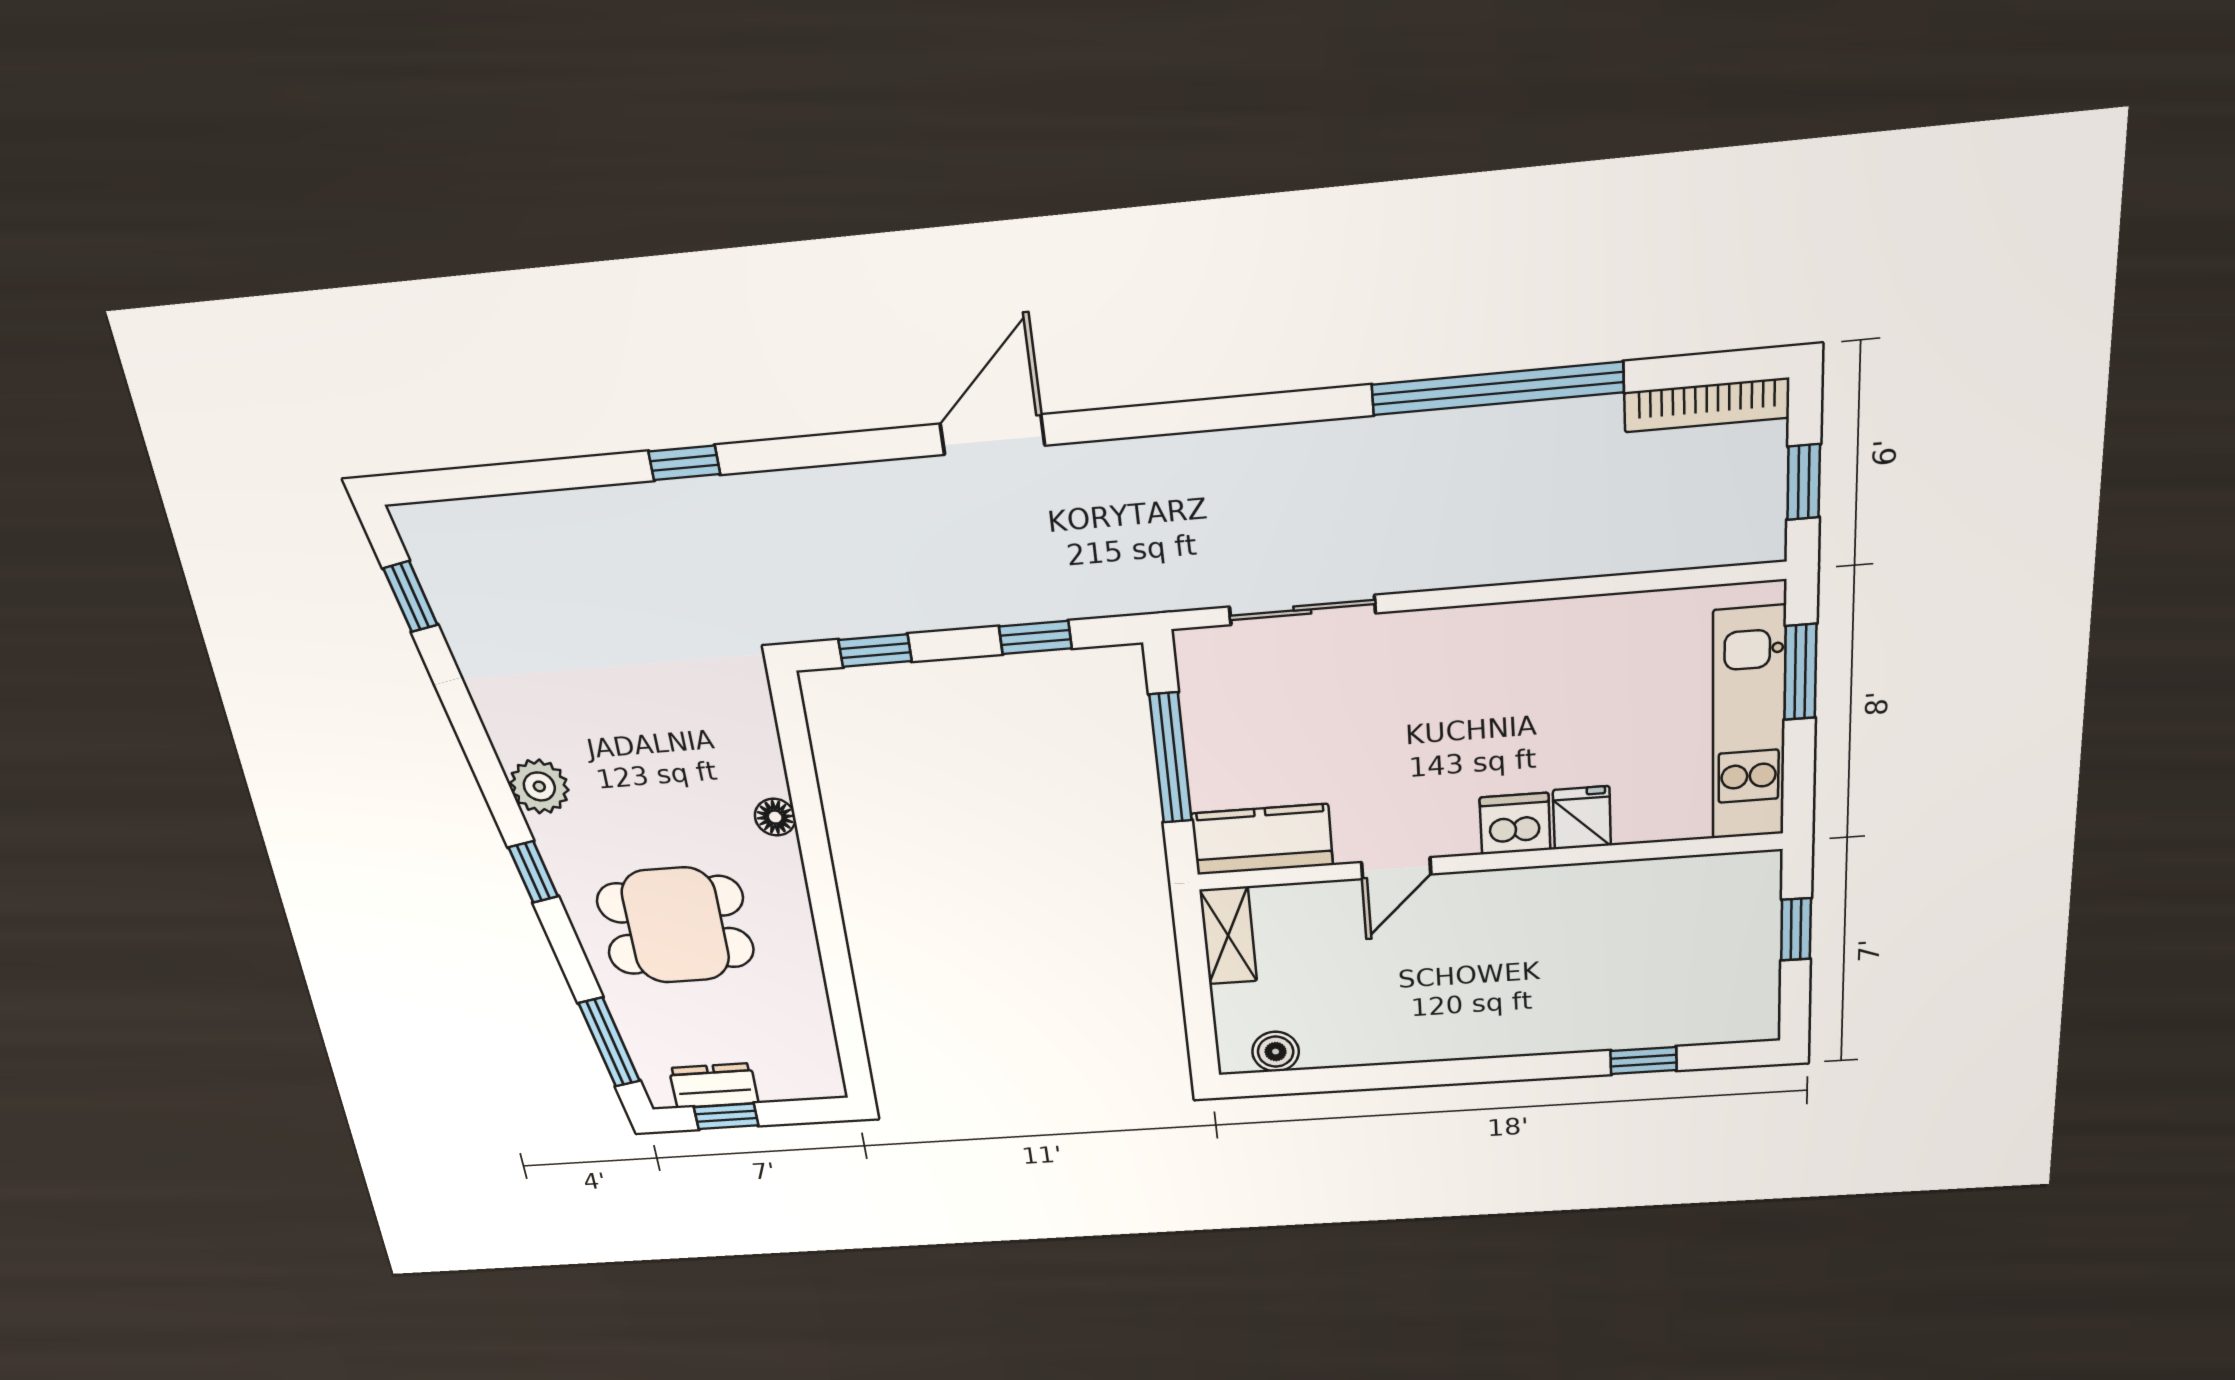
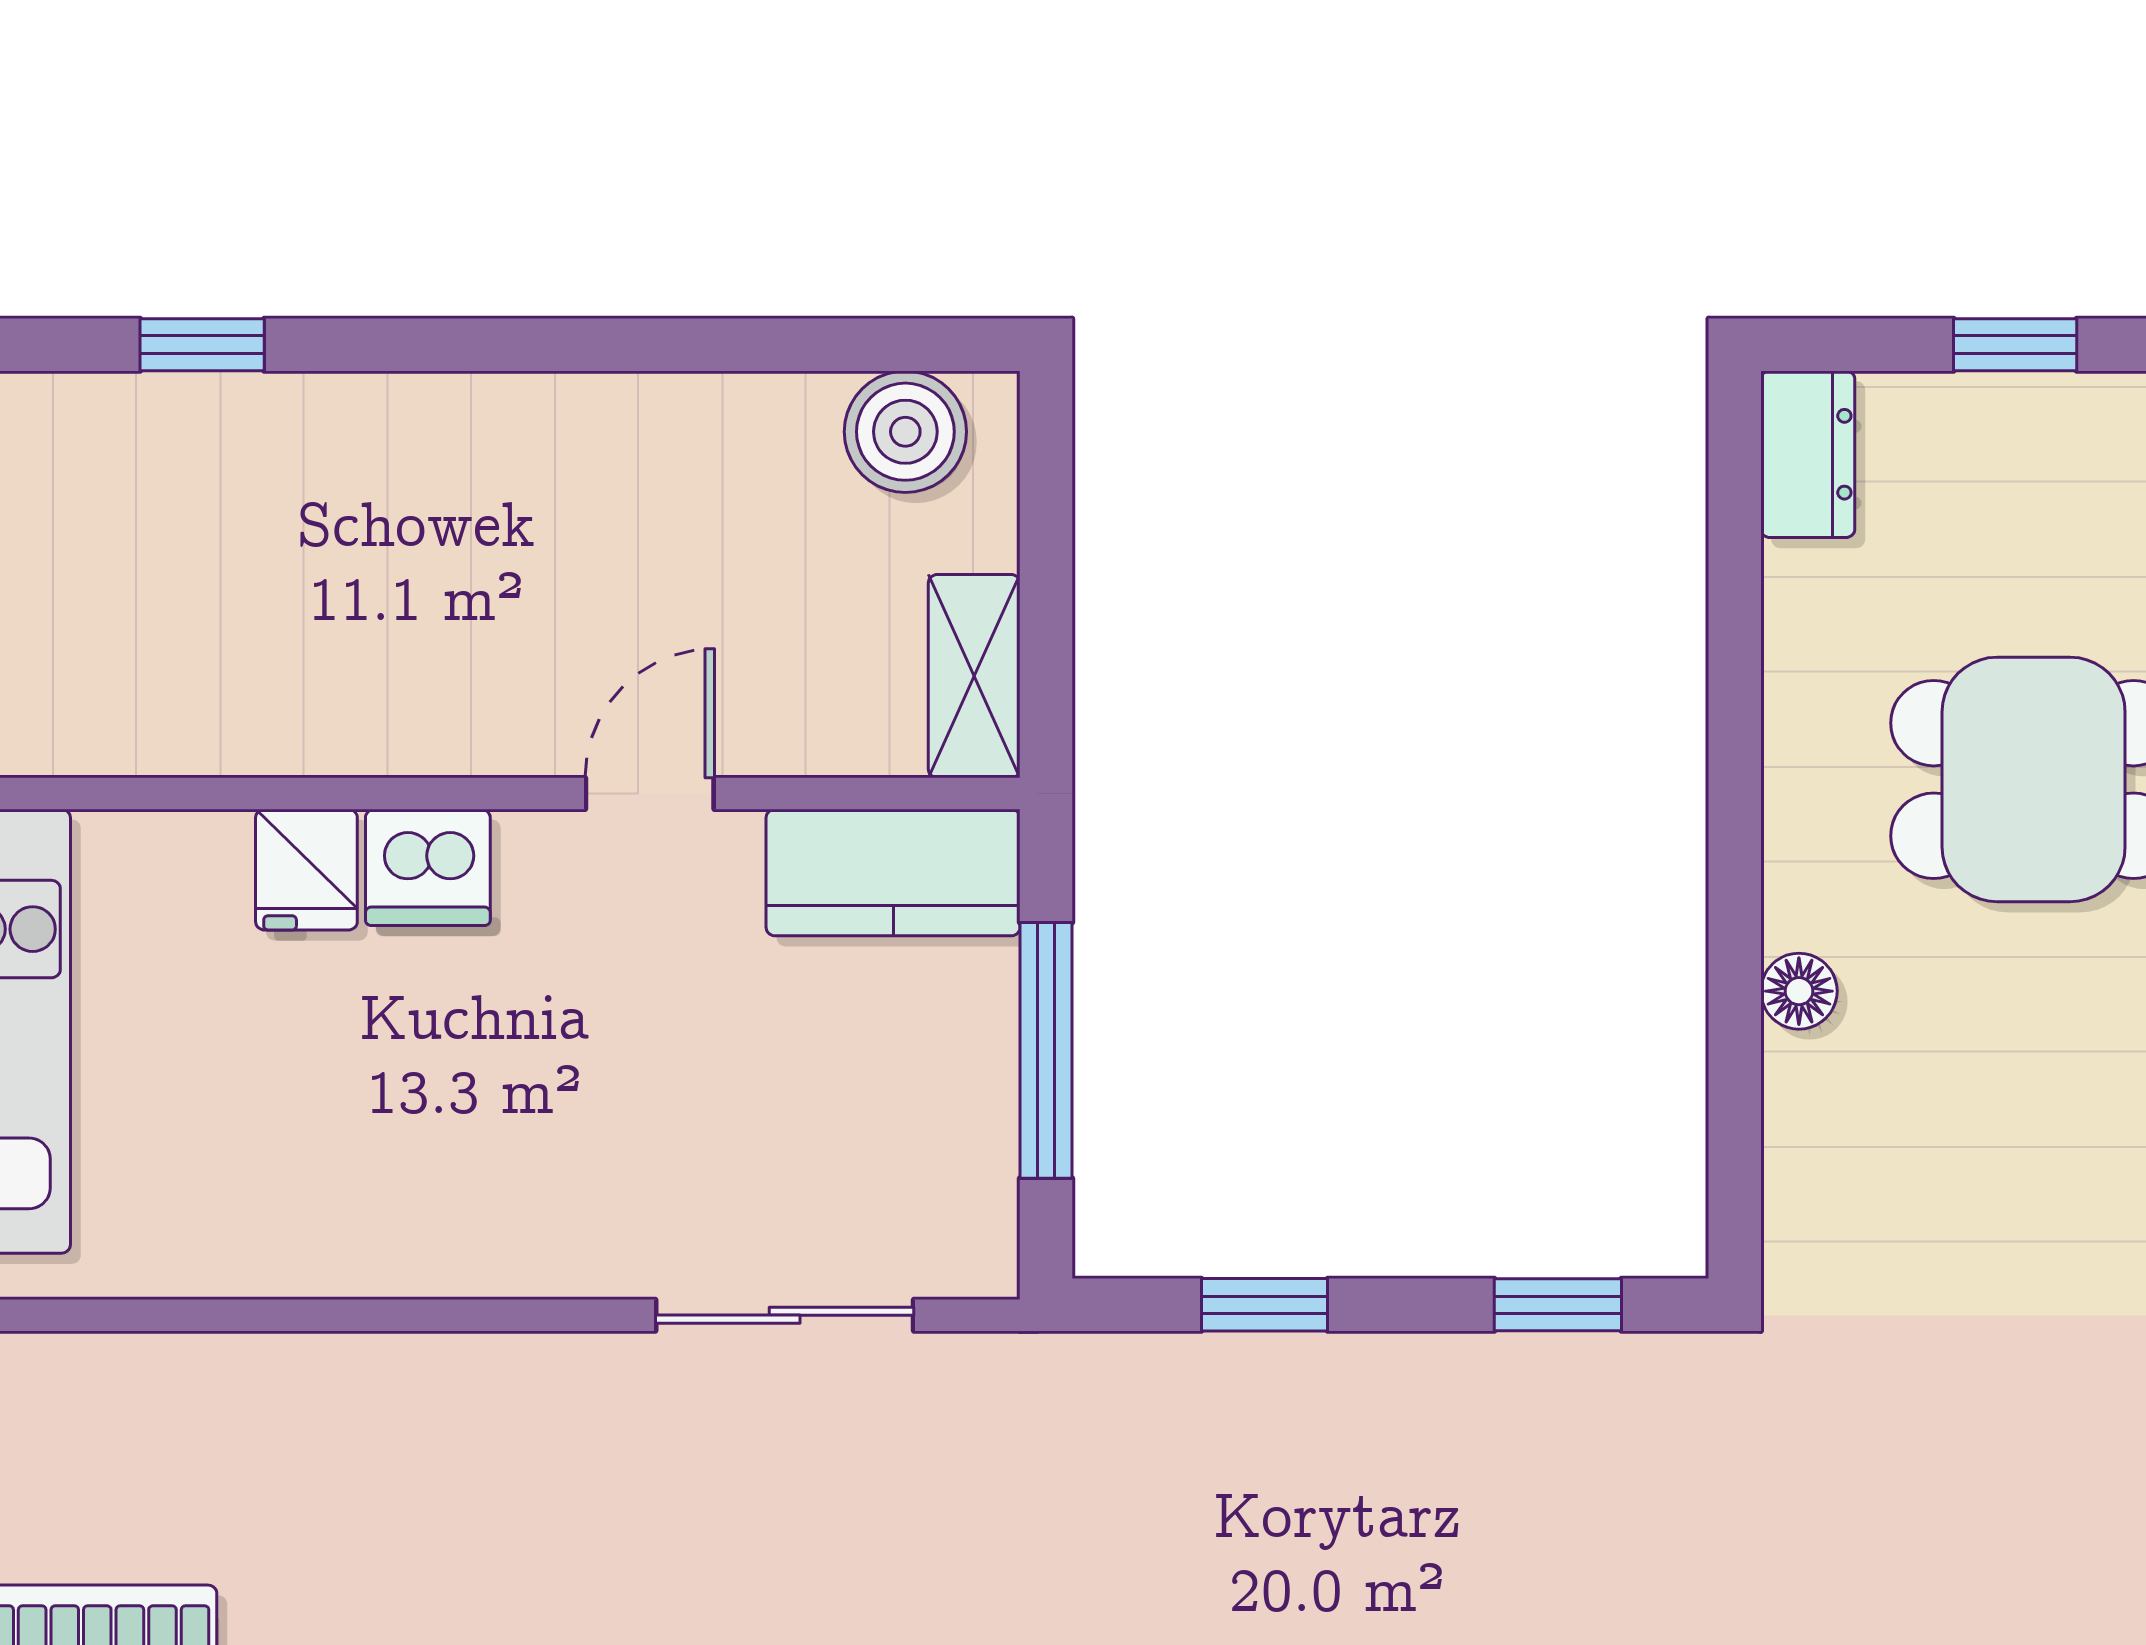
boiler: (1276, 1052) -> (905, 432), width x1.36, depth x1.36
dresser: (714, 1086) -> (1808, 454), moved, turned -90

